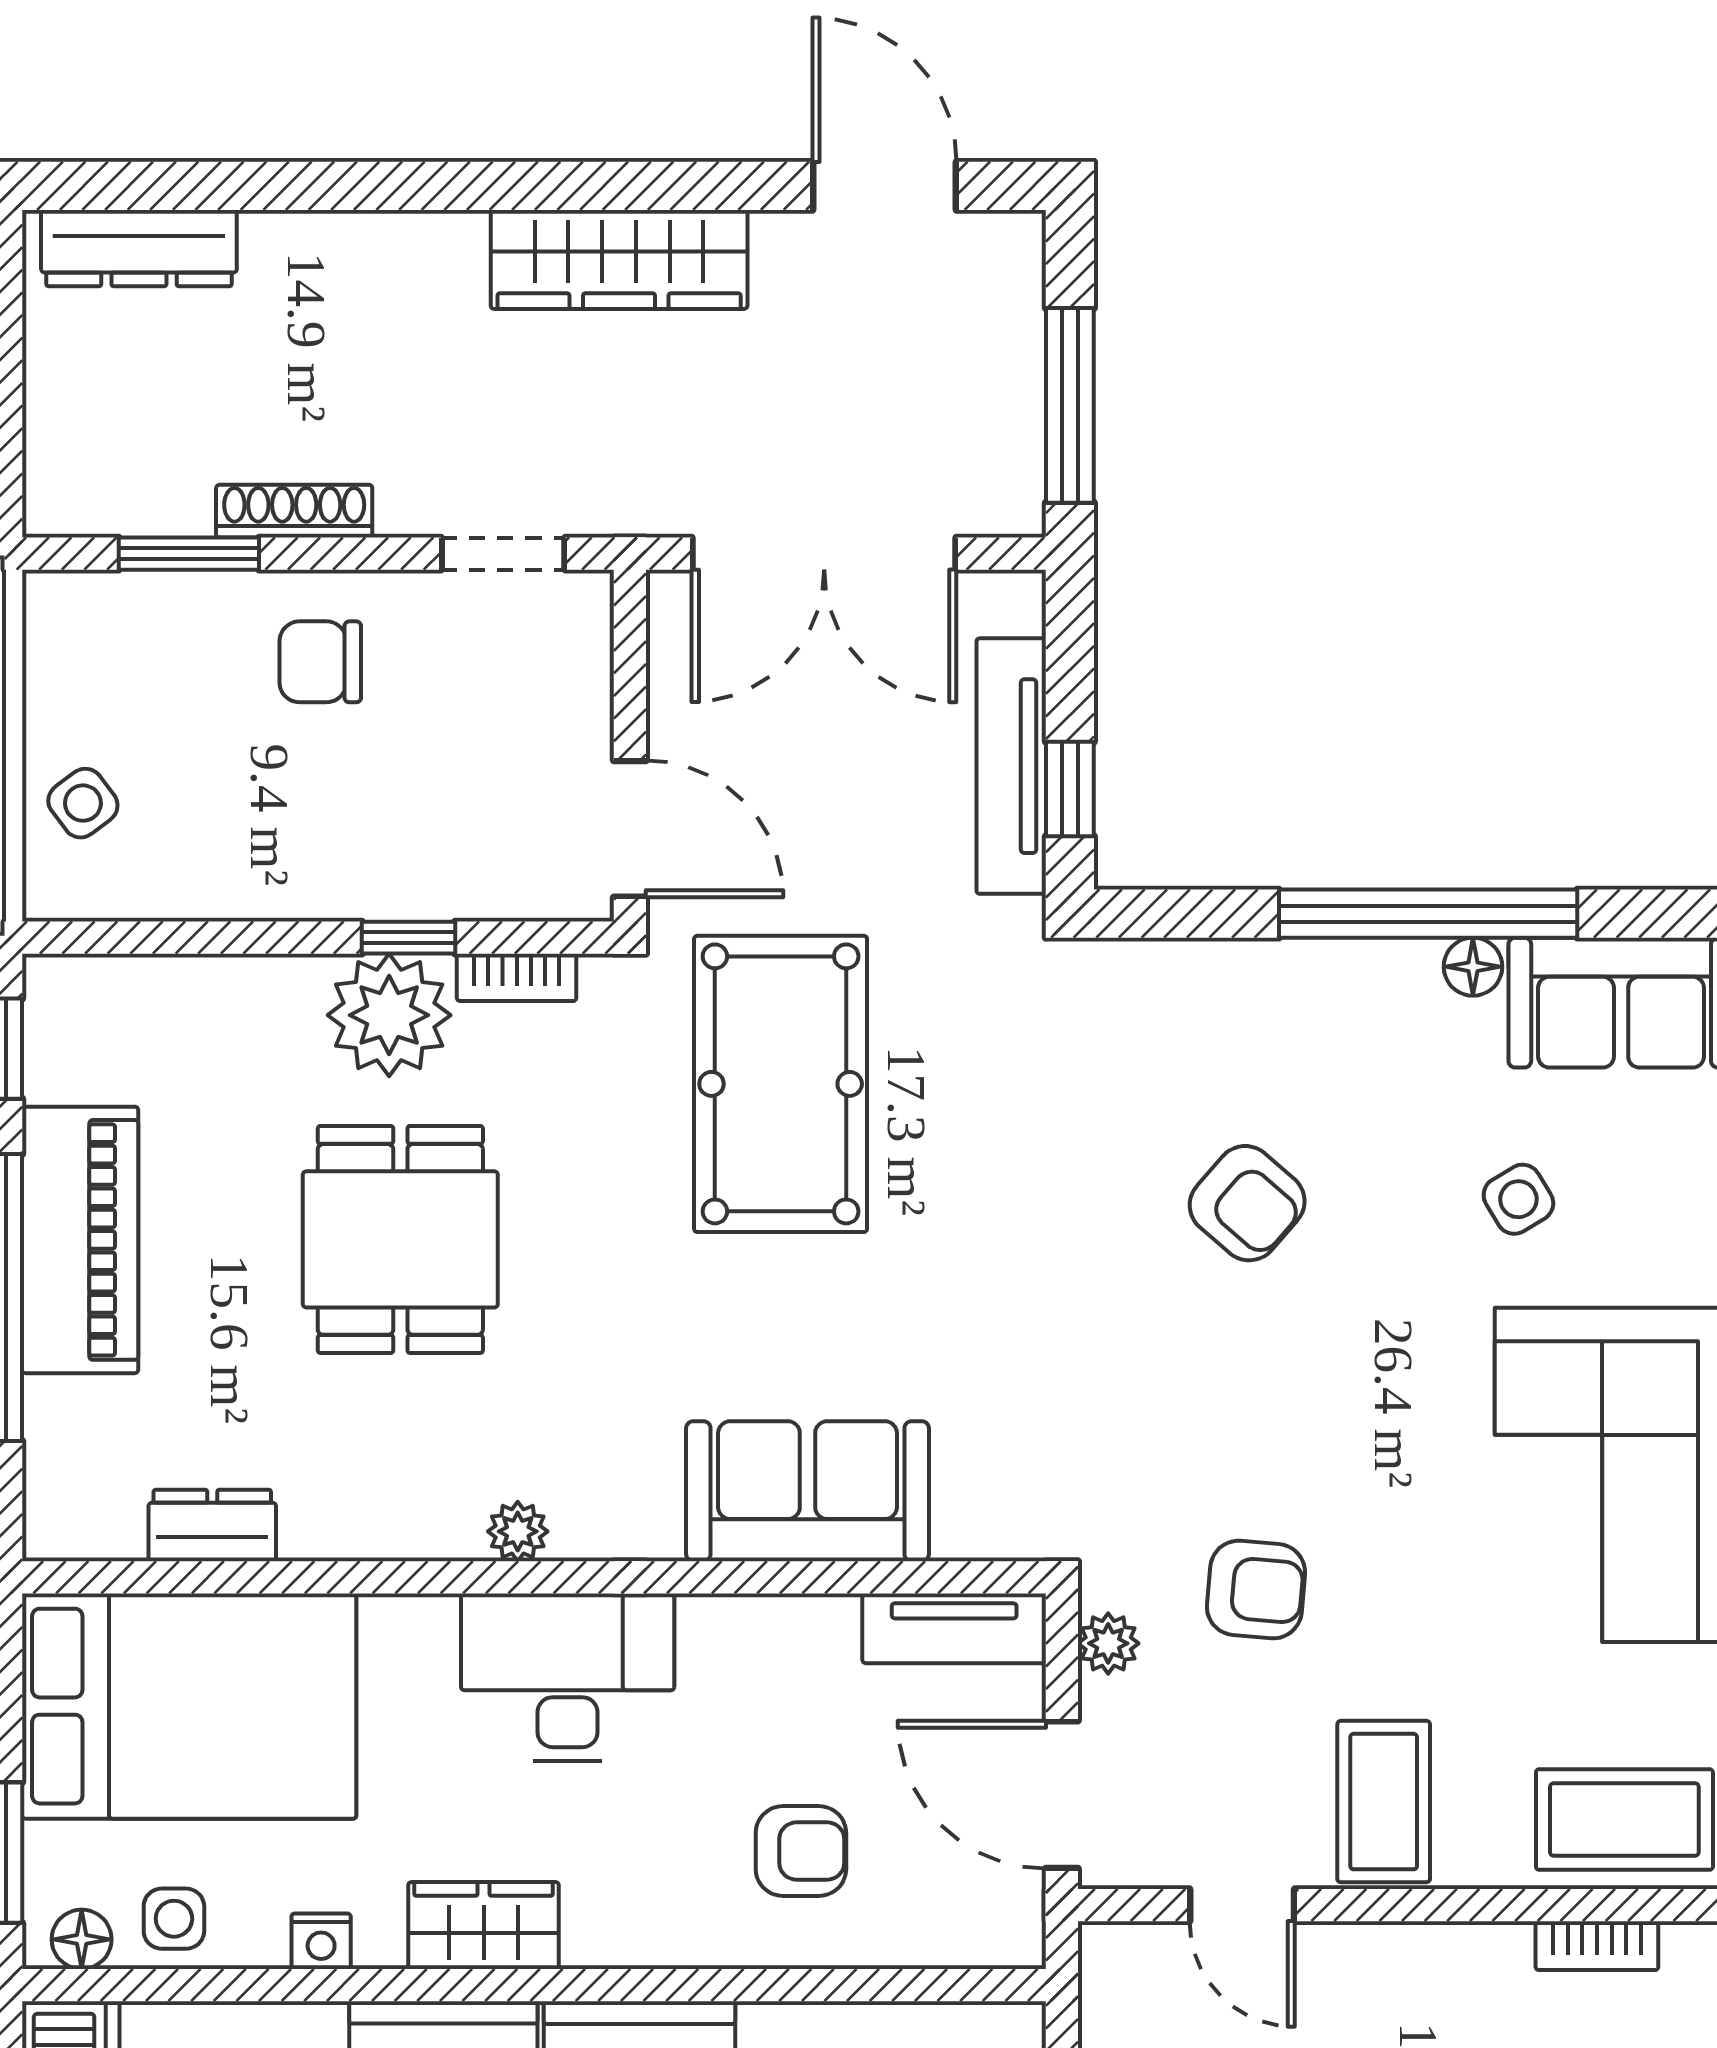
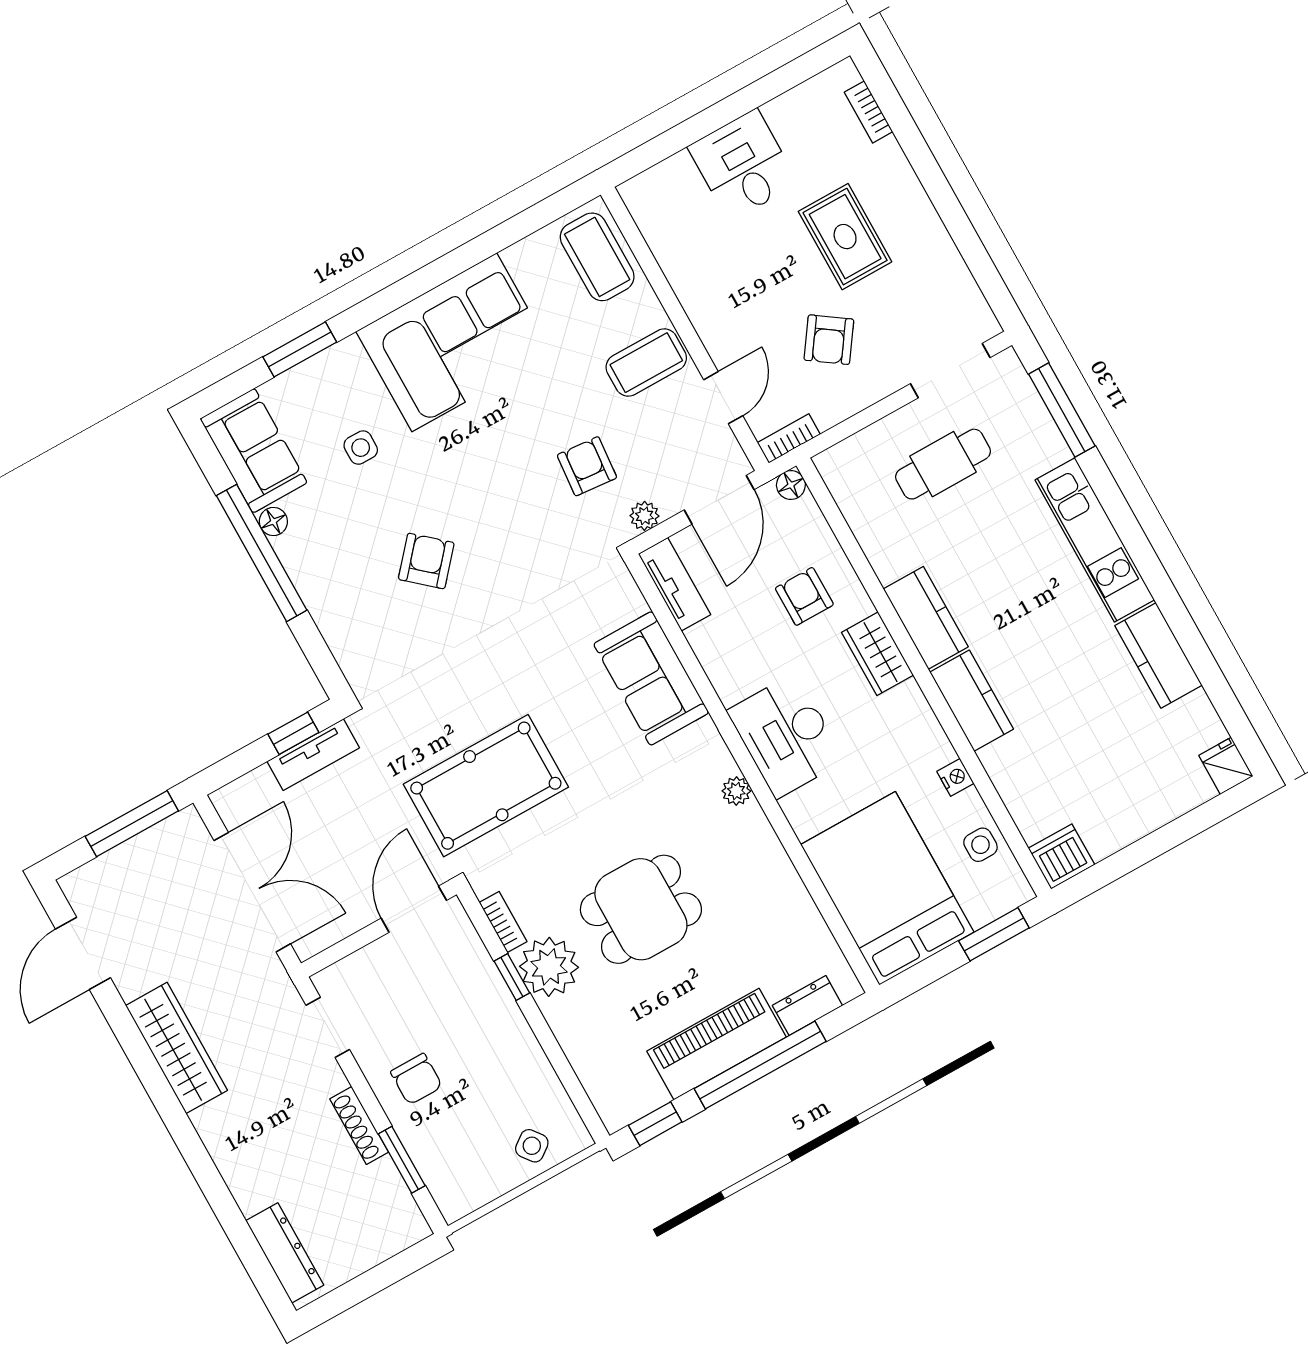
tv unit: (1011, 766) -> (313, 755), width x0.71
side table: (1518, 1199) -> (361, 448), turned 31
dresser: (212, 1526) -> (807, 1005), moved, turned 90
wardrobe: (484, 1926) -> (878, 654), moved
floor lamp: (82, 1939) -> (791, 485), moved
bookcase: (1597, 1946) -> (789, 438), moved, turned -90

